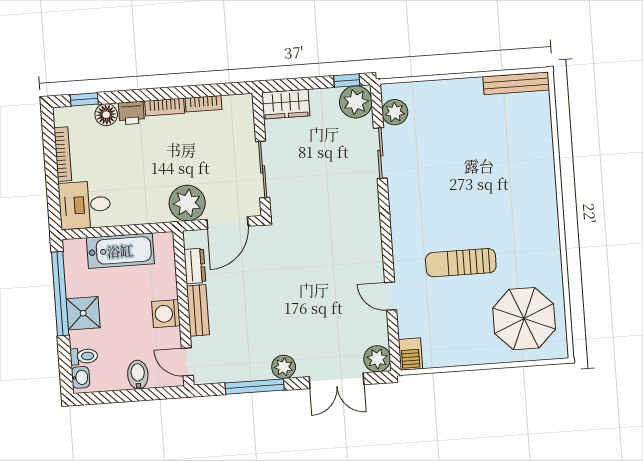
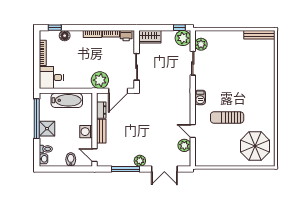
printer: (131, 113) -> (126, 36), moved
barbecue: (410, 354) -> (200, 97), moved
plant: (377, 359) -> (184, 145), moved

